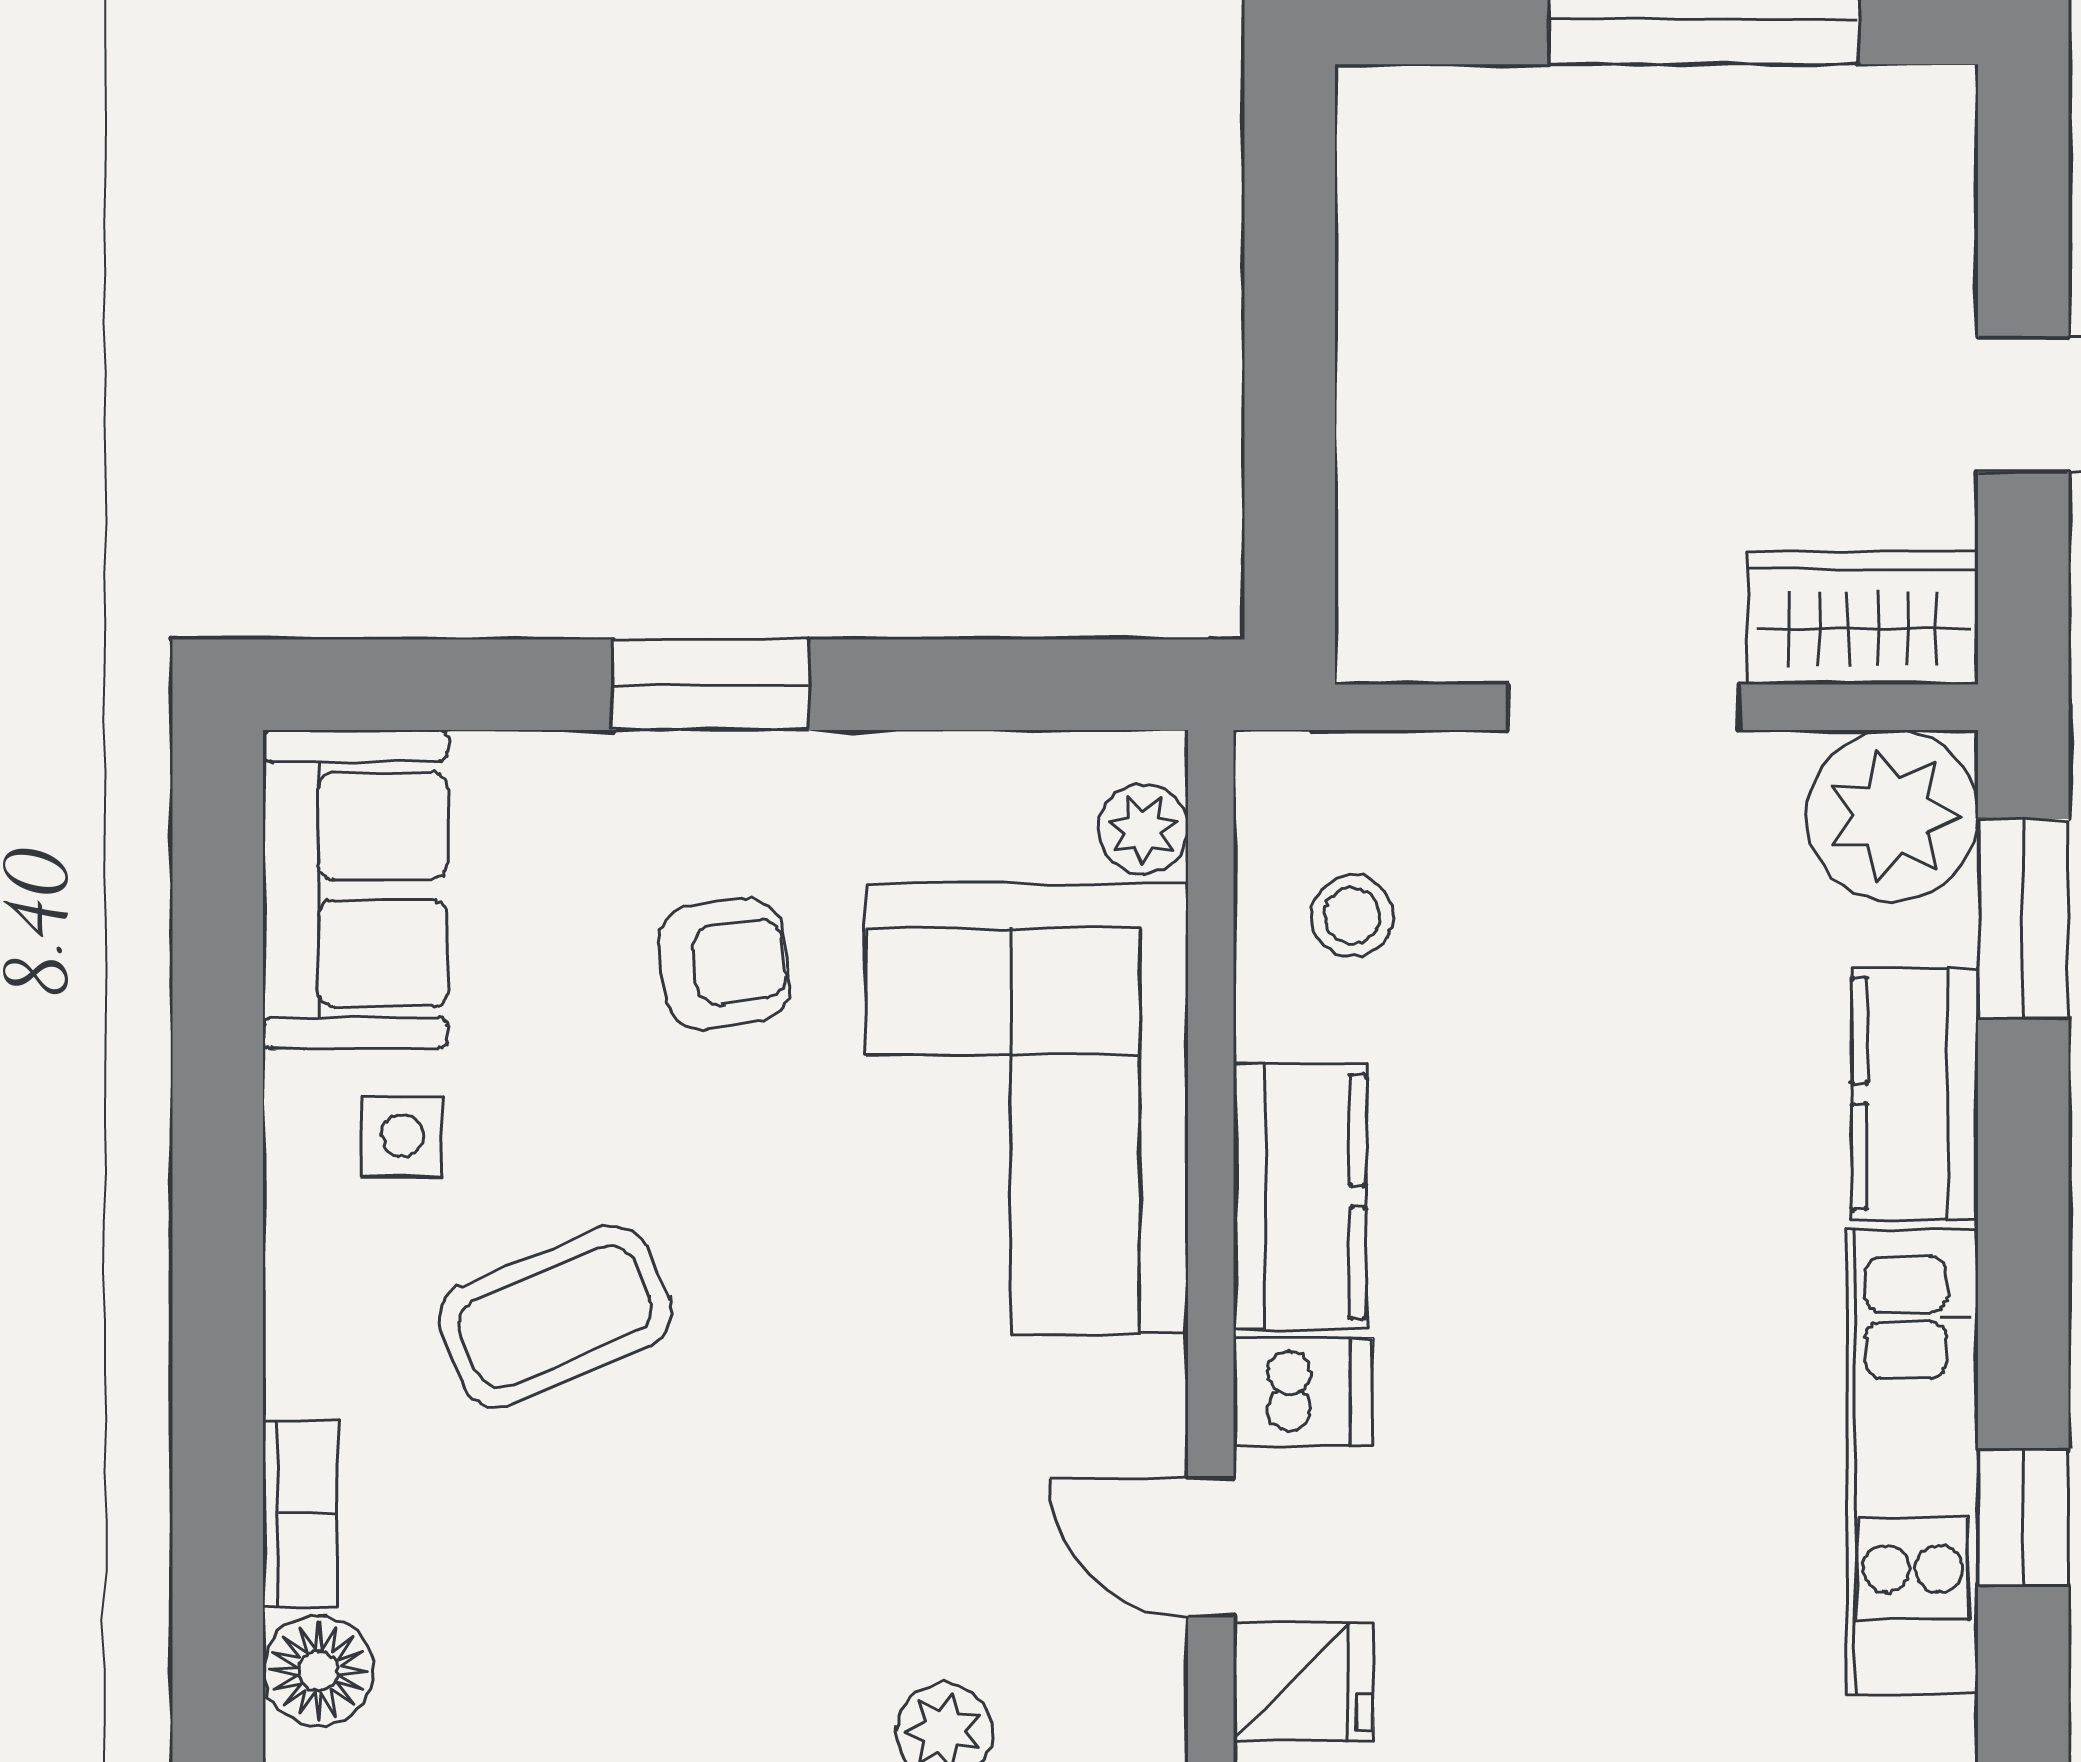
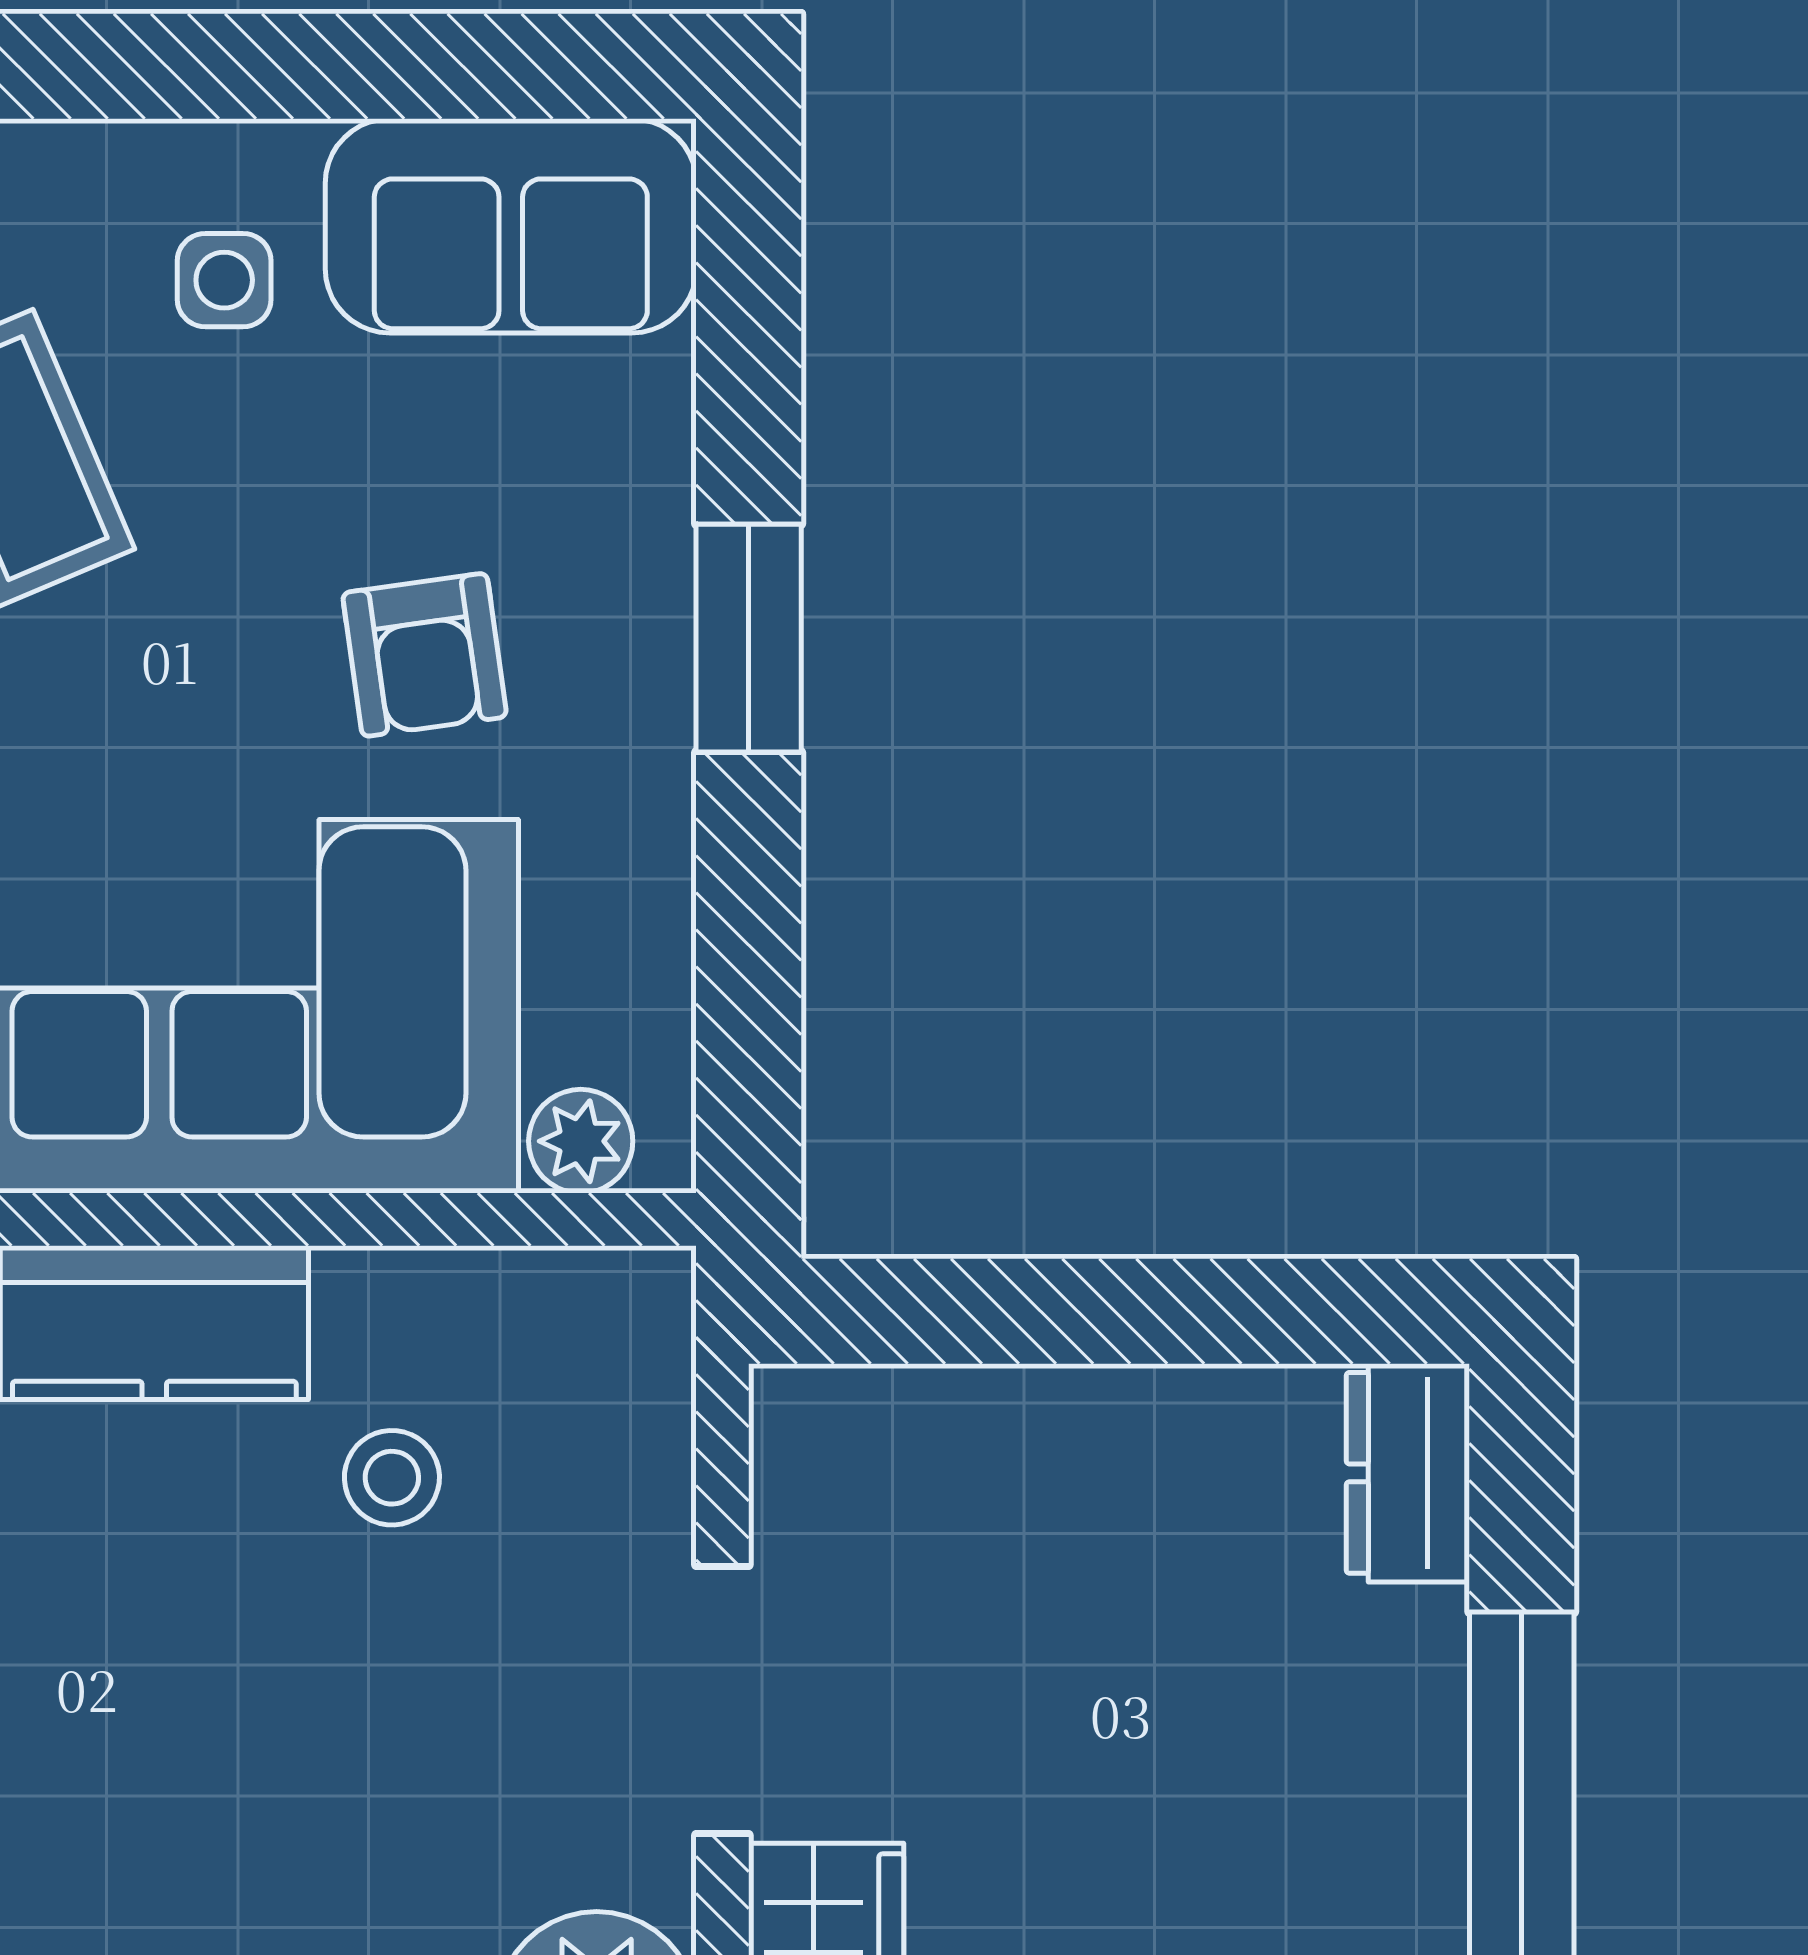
dresser: (1429, 117) -> (1408, 1473), added
stool: (1352, 916) -> (392, 1478), moved

